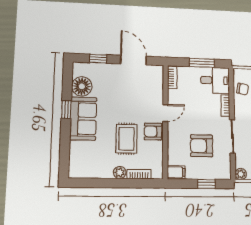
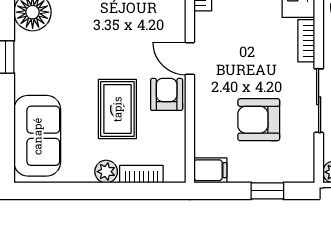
door: (165, 113) -> (190, 59), swing flipped
sofa: (83, 119) -> (37, 136), moved
armchair: (153, 131) -> (167, 94), turned 90

